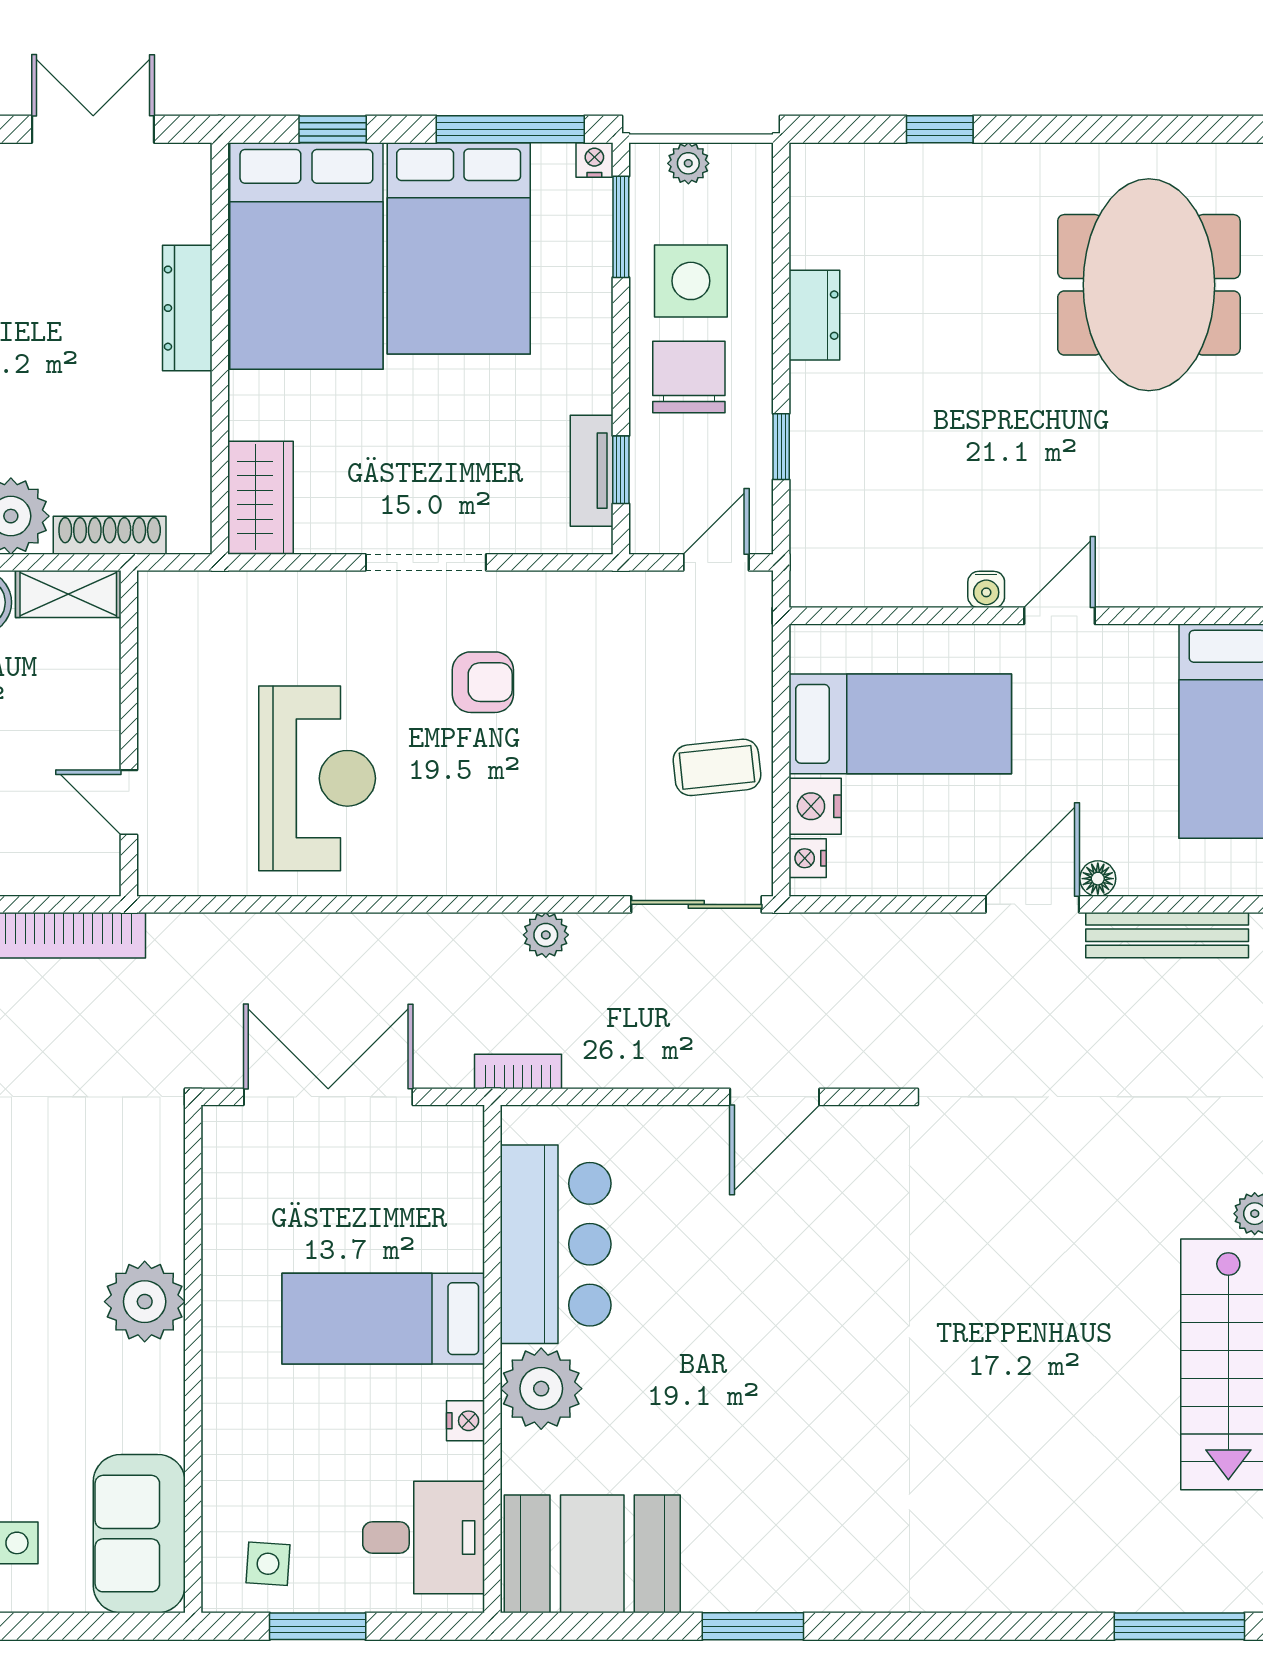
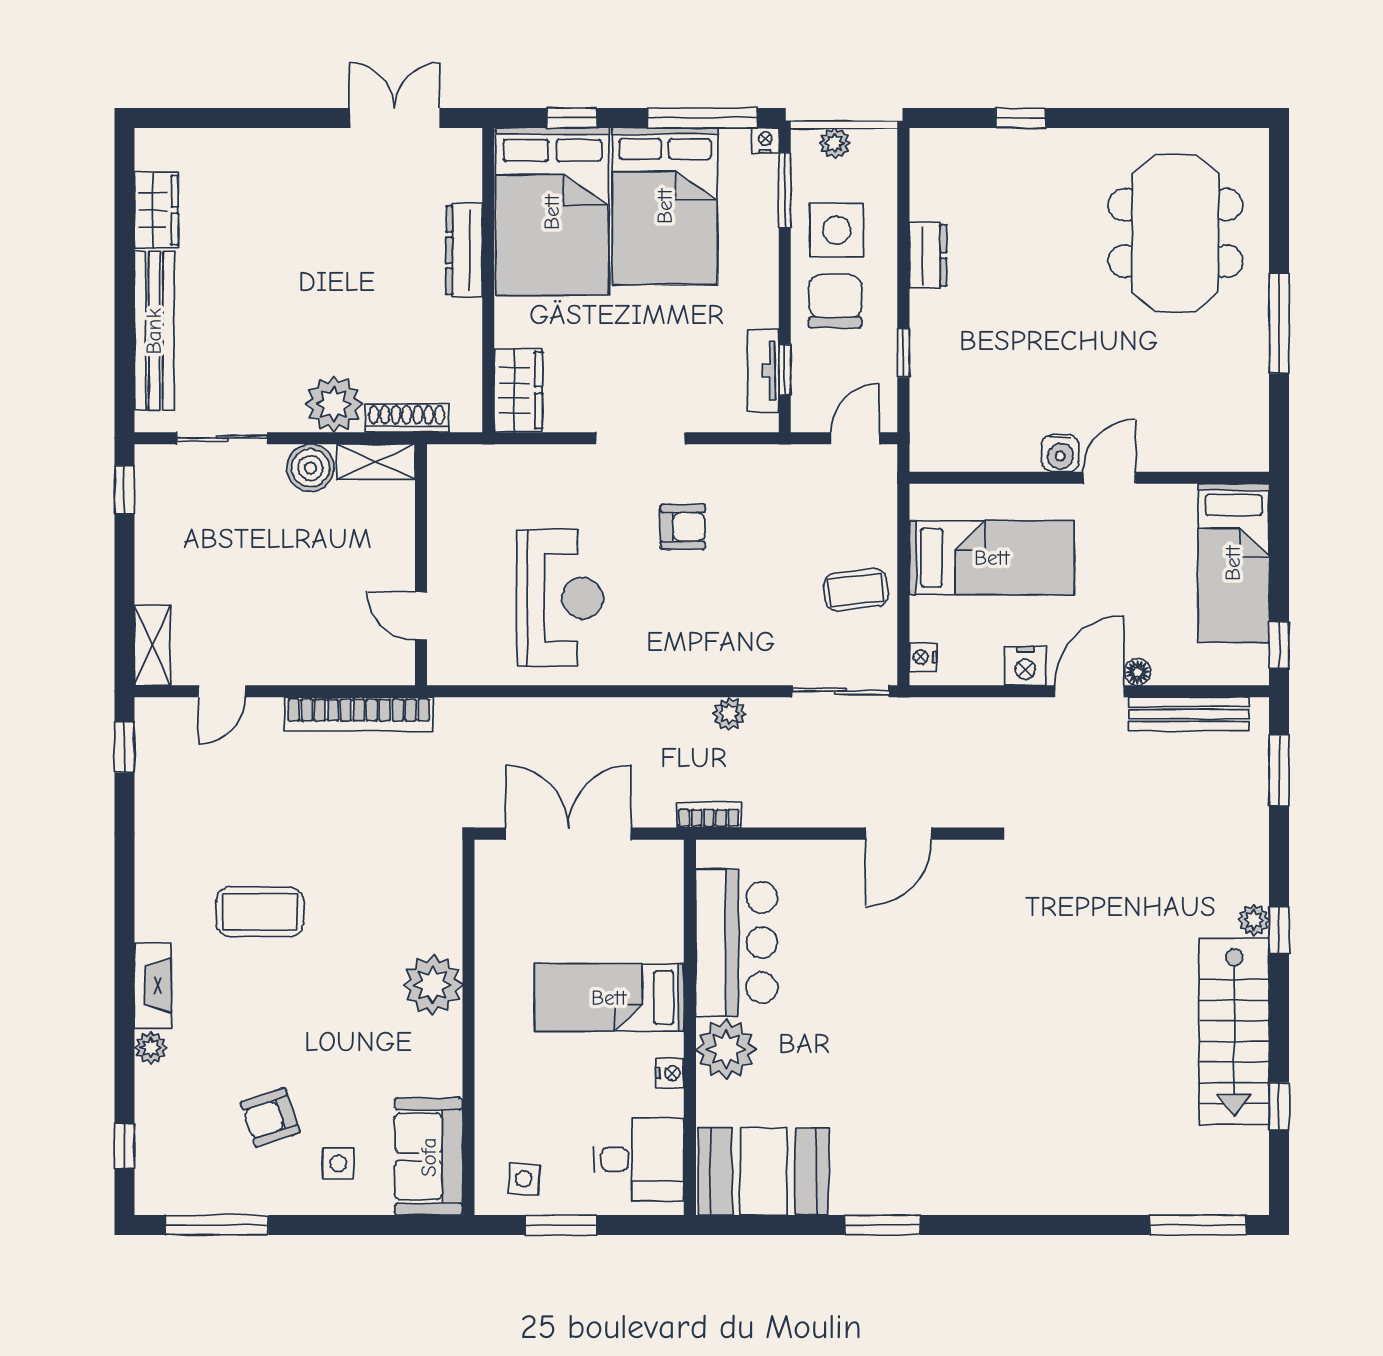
water cooler: (986, 589) -> (1060, 453), width x1.38, depth x1.38
nightstand: (815, 806) -> (1025, 666), moved, turned -90

